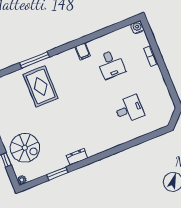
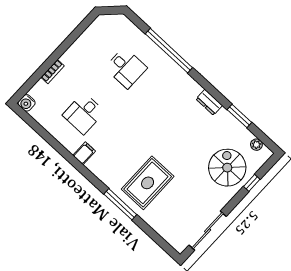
desk: (111, 64) -> (84, 113), turned 180
desk: (129, 109) -> (126, 68), turned 180
window: (127, 145) -> (169, 51), added
plant: (22, 180) -> (256, 145), moved

